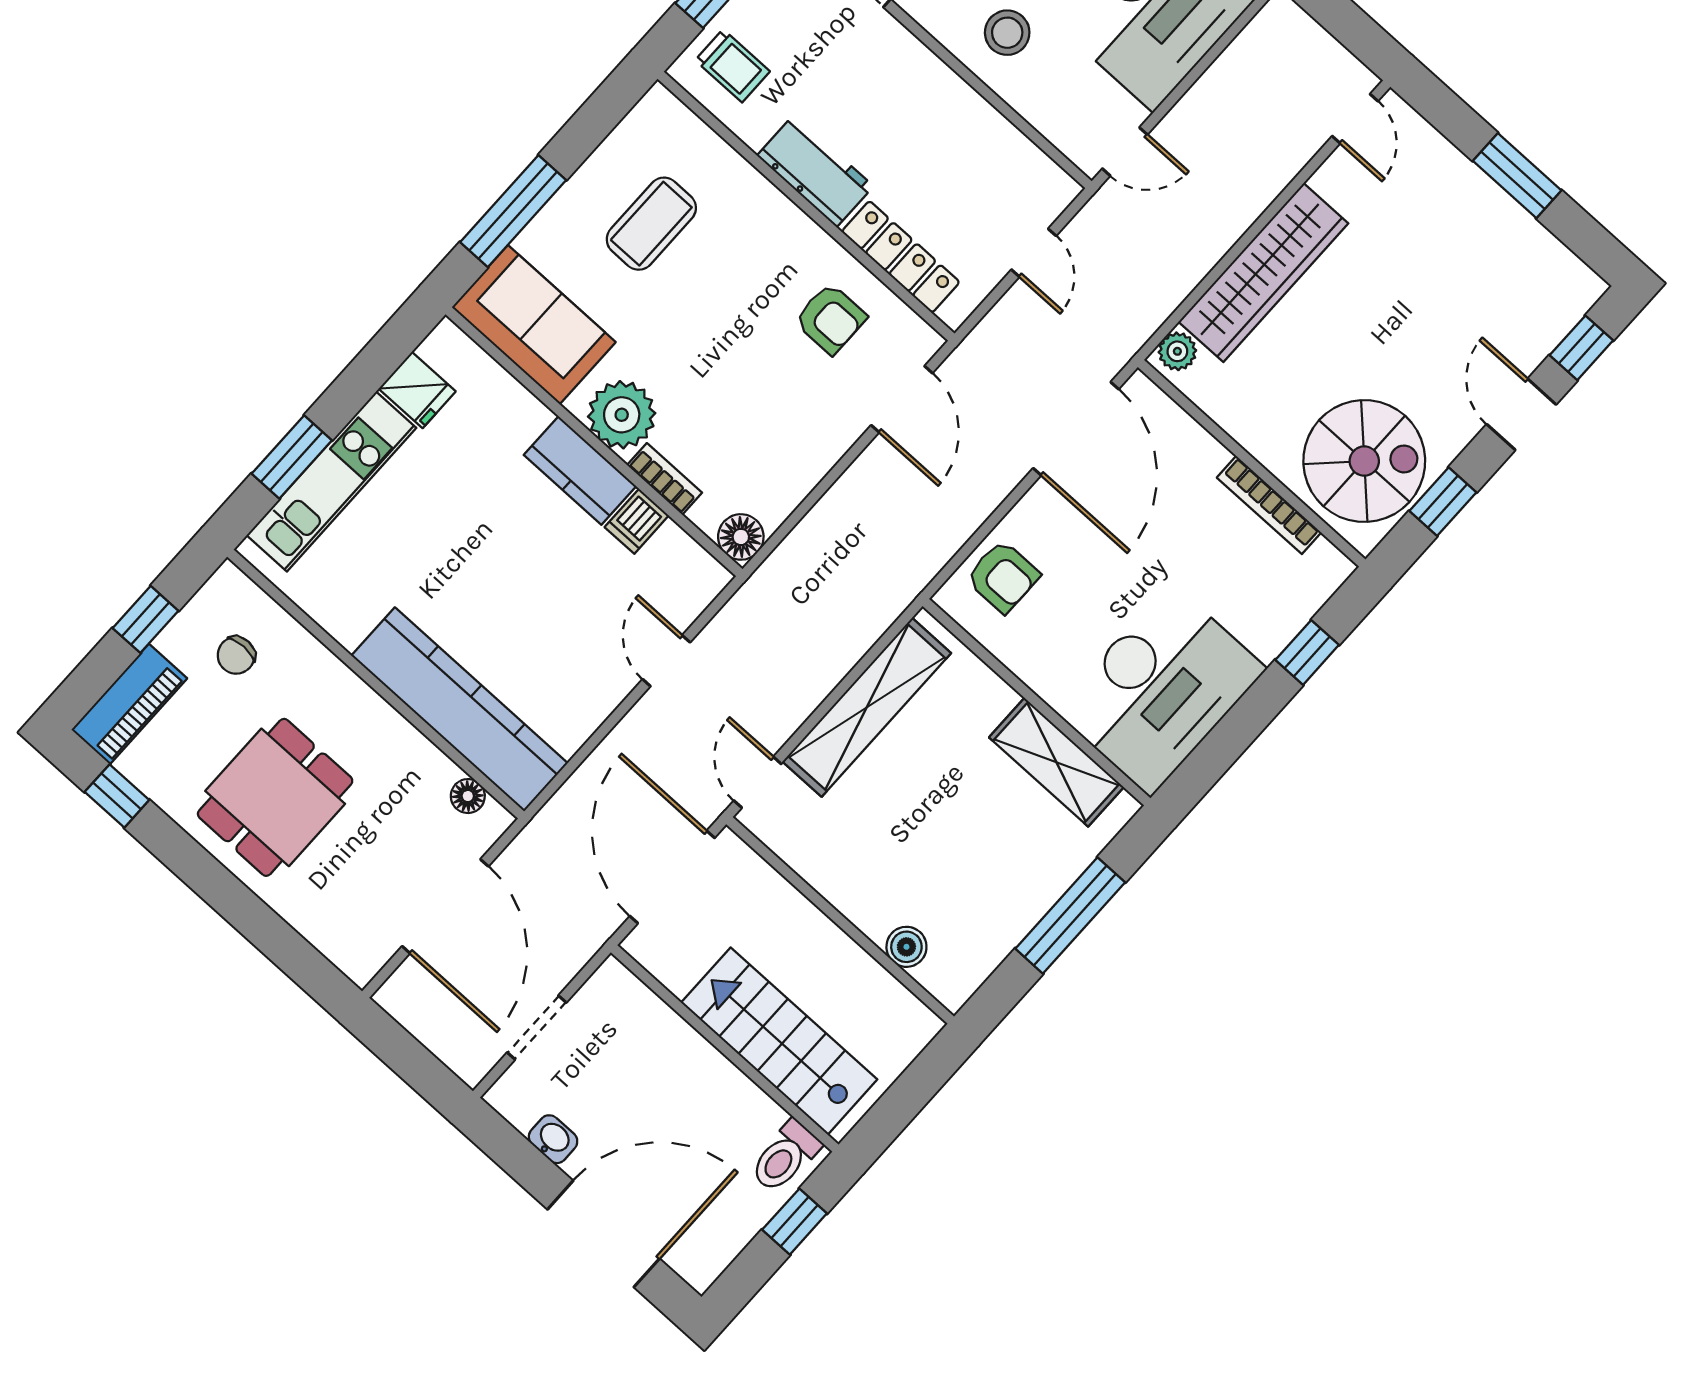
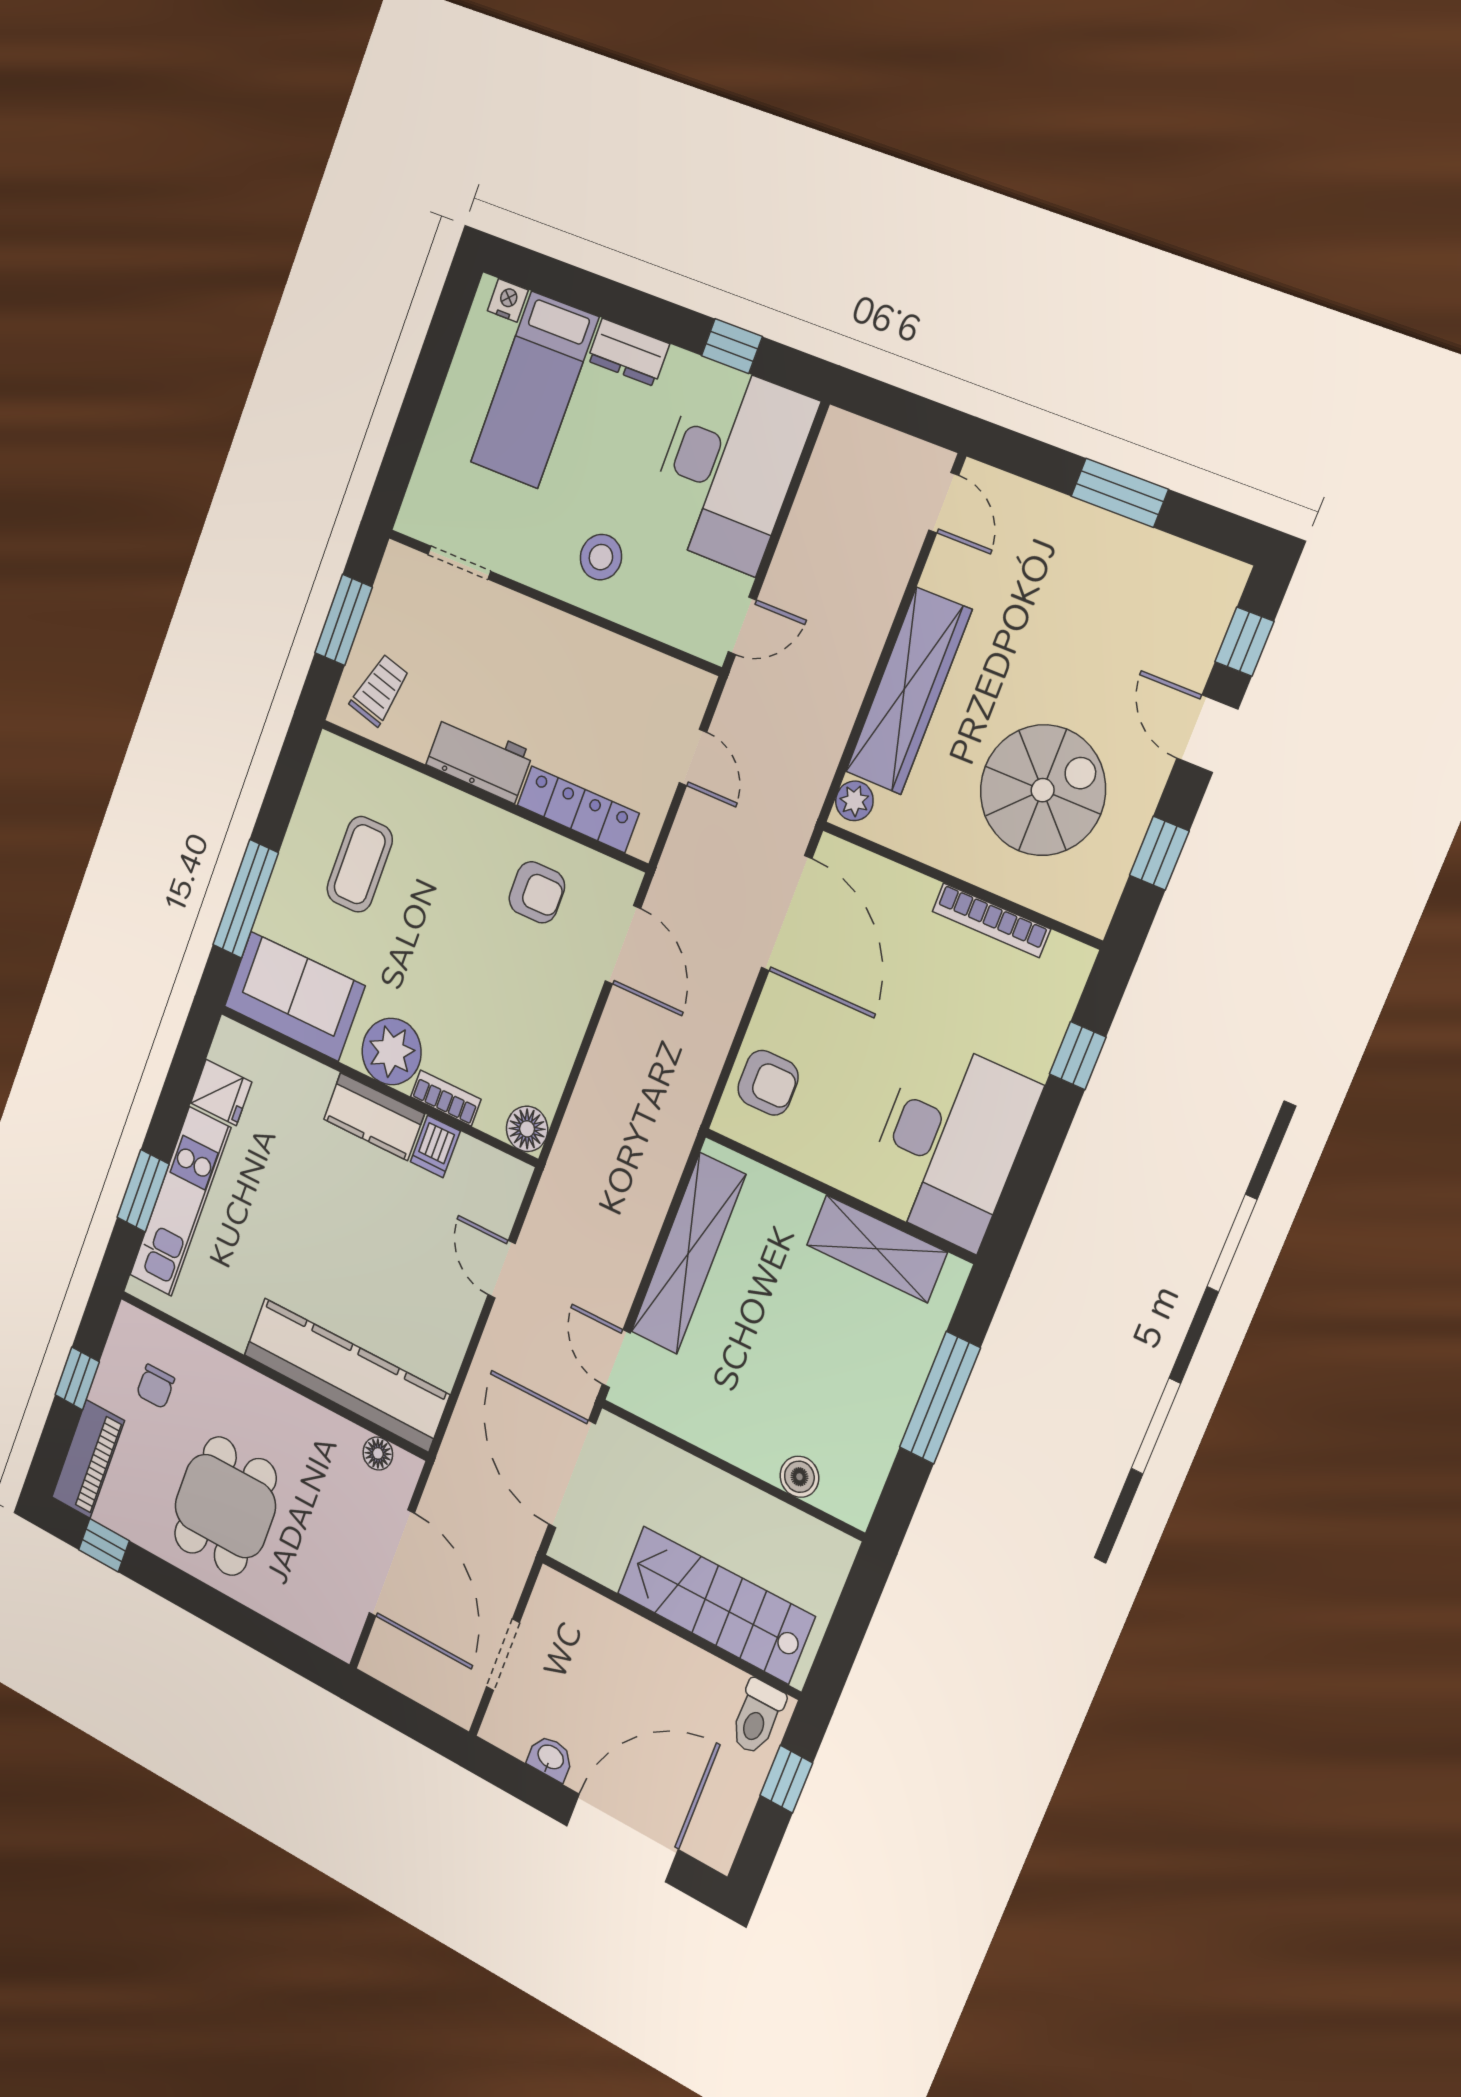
trolley: (732, 66) -> (380, 690), turned -76
spiral stairs: (1364, 461) -> (1043, 790), moved

